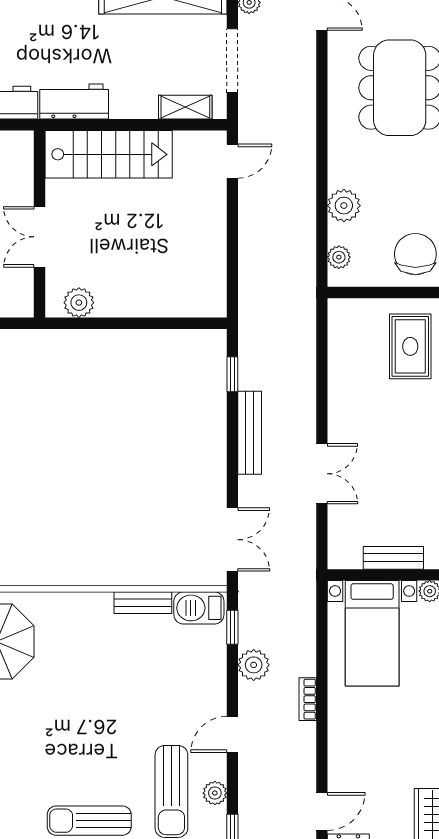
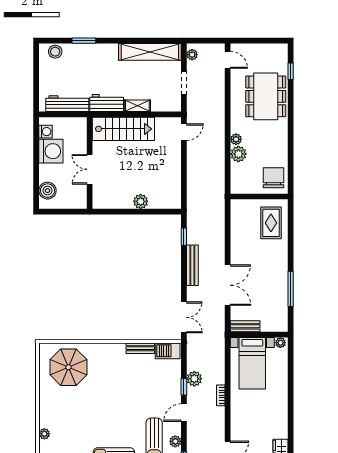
doorway: (232, 61) -> (184, 83), width x0.73
shelving: (185, 107) -> (137, 106), moved
plant: (339, 257) -> (236, 139), moved
plant: (79, 303) -> (141, 201), moved
double door: (322, 474) -> (228, 285), width x1.37
bench: (393, 558) -> (245, 326), moved
window: (232, 627) -> (184, 387), moved

